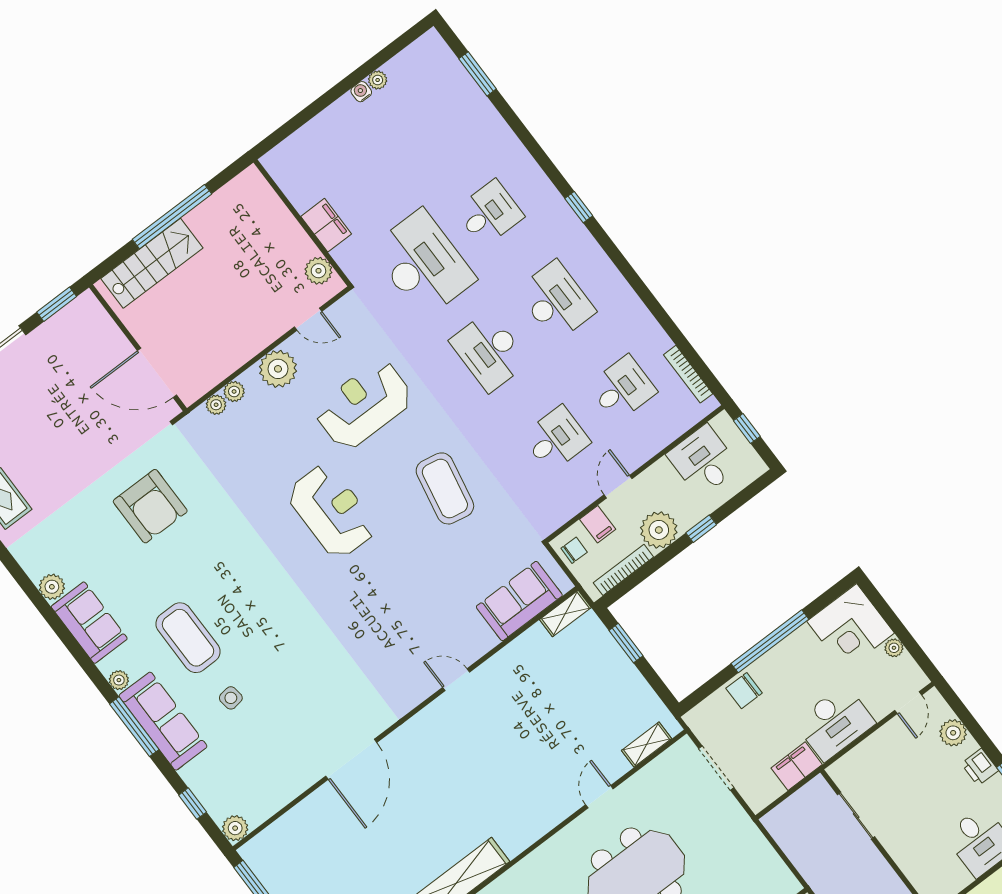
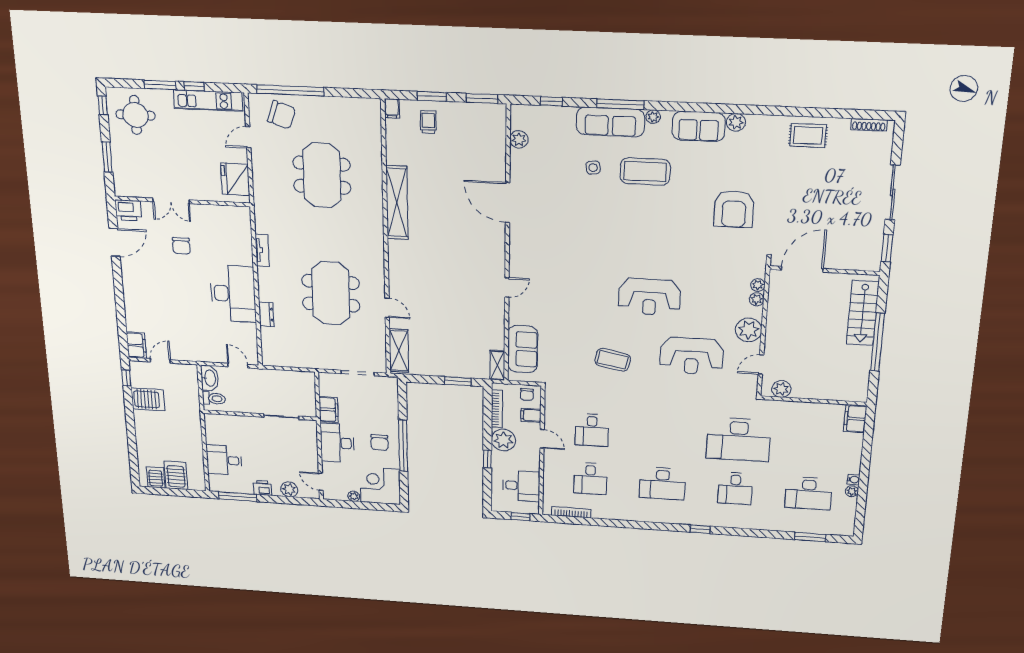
filing cabinet: (326, 225) -> (855, 419), moved, turned 90
desk: (489, 351) -> (809, 493), moved, turned 180
reception desk: (364, 405) -> (692, 356), turned 90
coffee table: (445, 488) -> (613, 360), width x0.73, depth x0.76
armchair: (150, 506) -> (734, 209), turned -90
chair: (744, 691) -> (379, 443), moved, turned 180
shelving: (647, 745) -> (399, 351), width x1.50, depth x1.33
plant: (235, 828) -> (519, 139), moved

